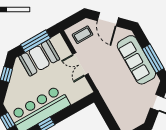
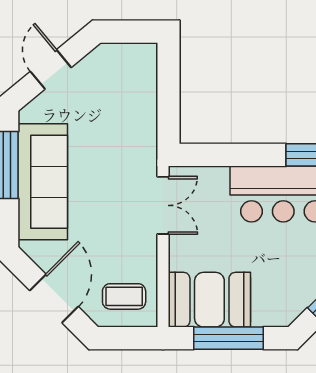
booth: (39, 58) -> (209, 300), moved
double door: (80, 64) -> (163, 205), moved

